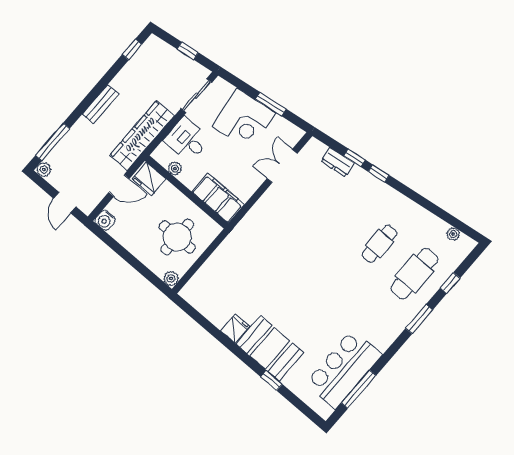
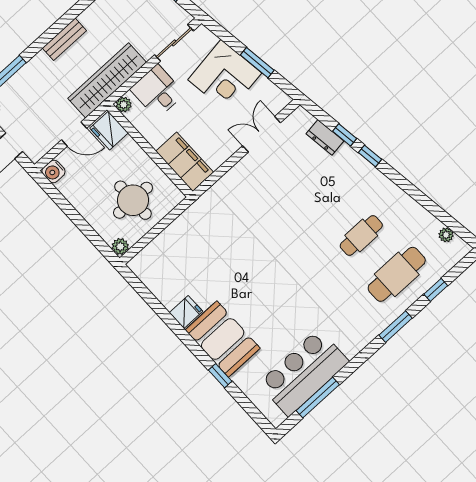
plant: (175, 168) -> (124, 105), moved

